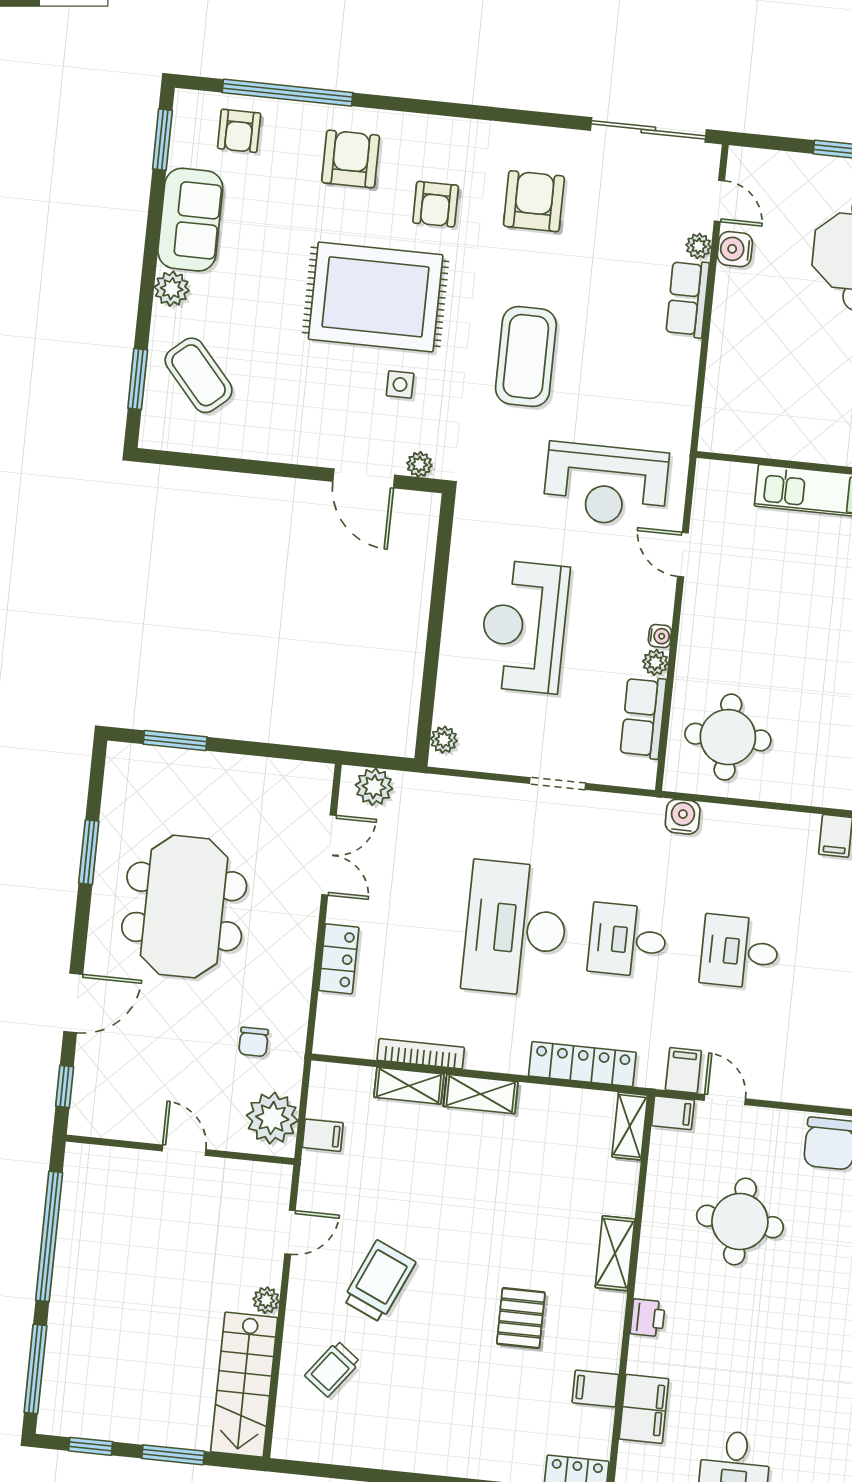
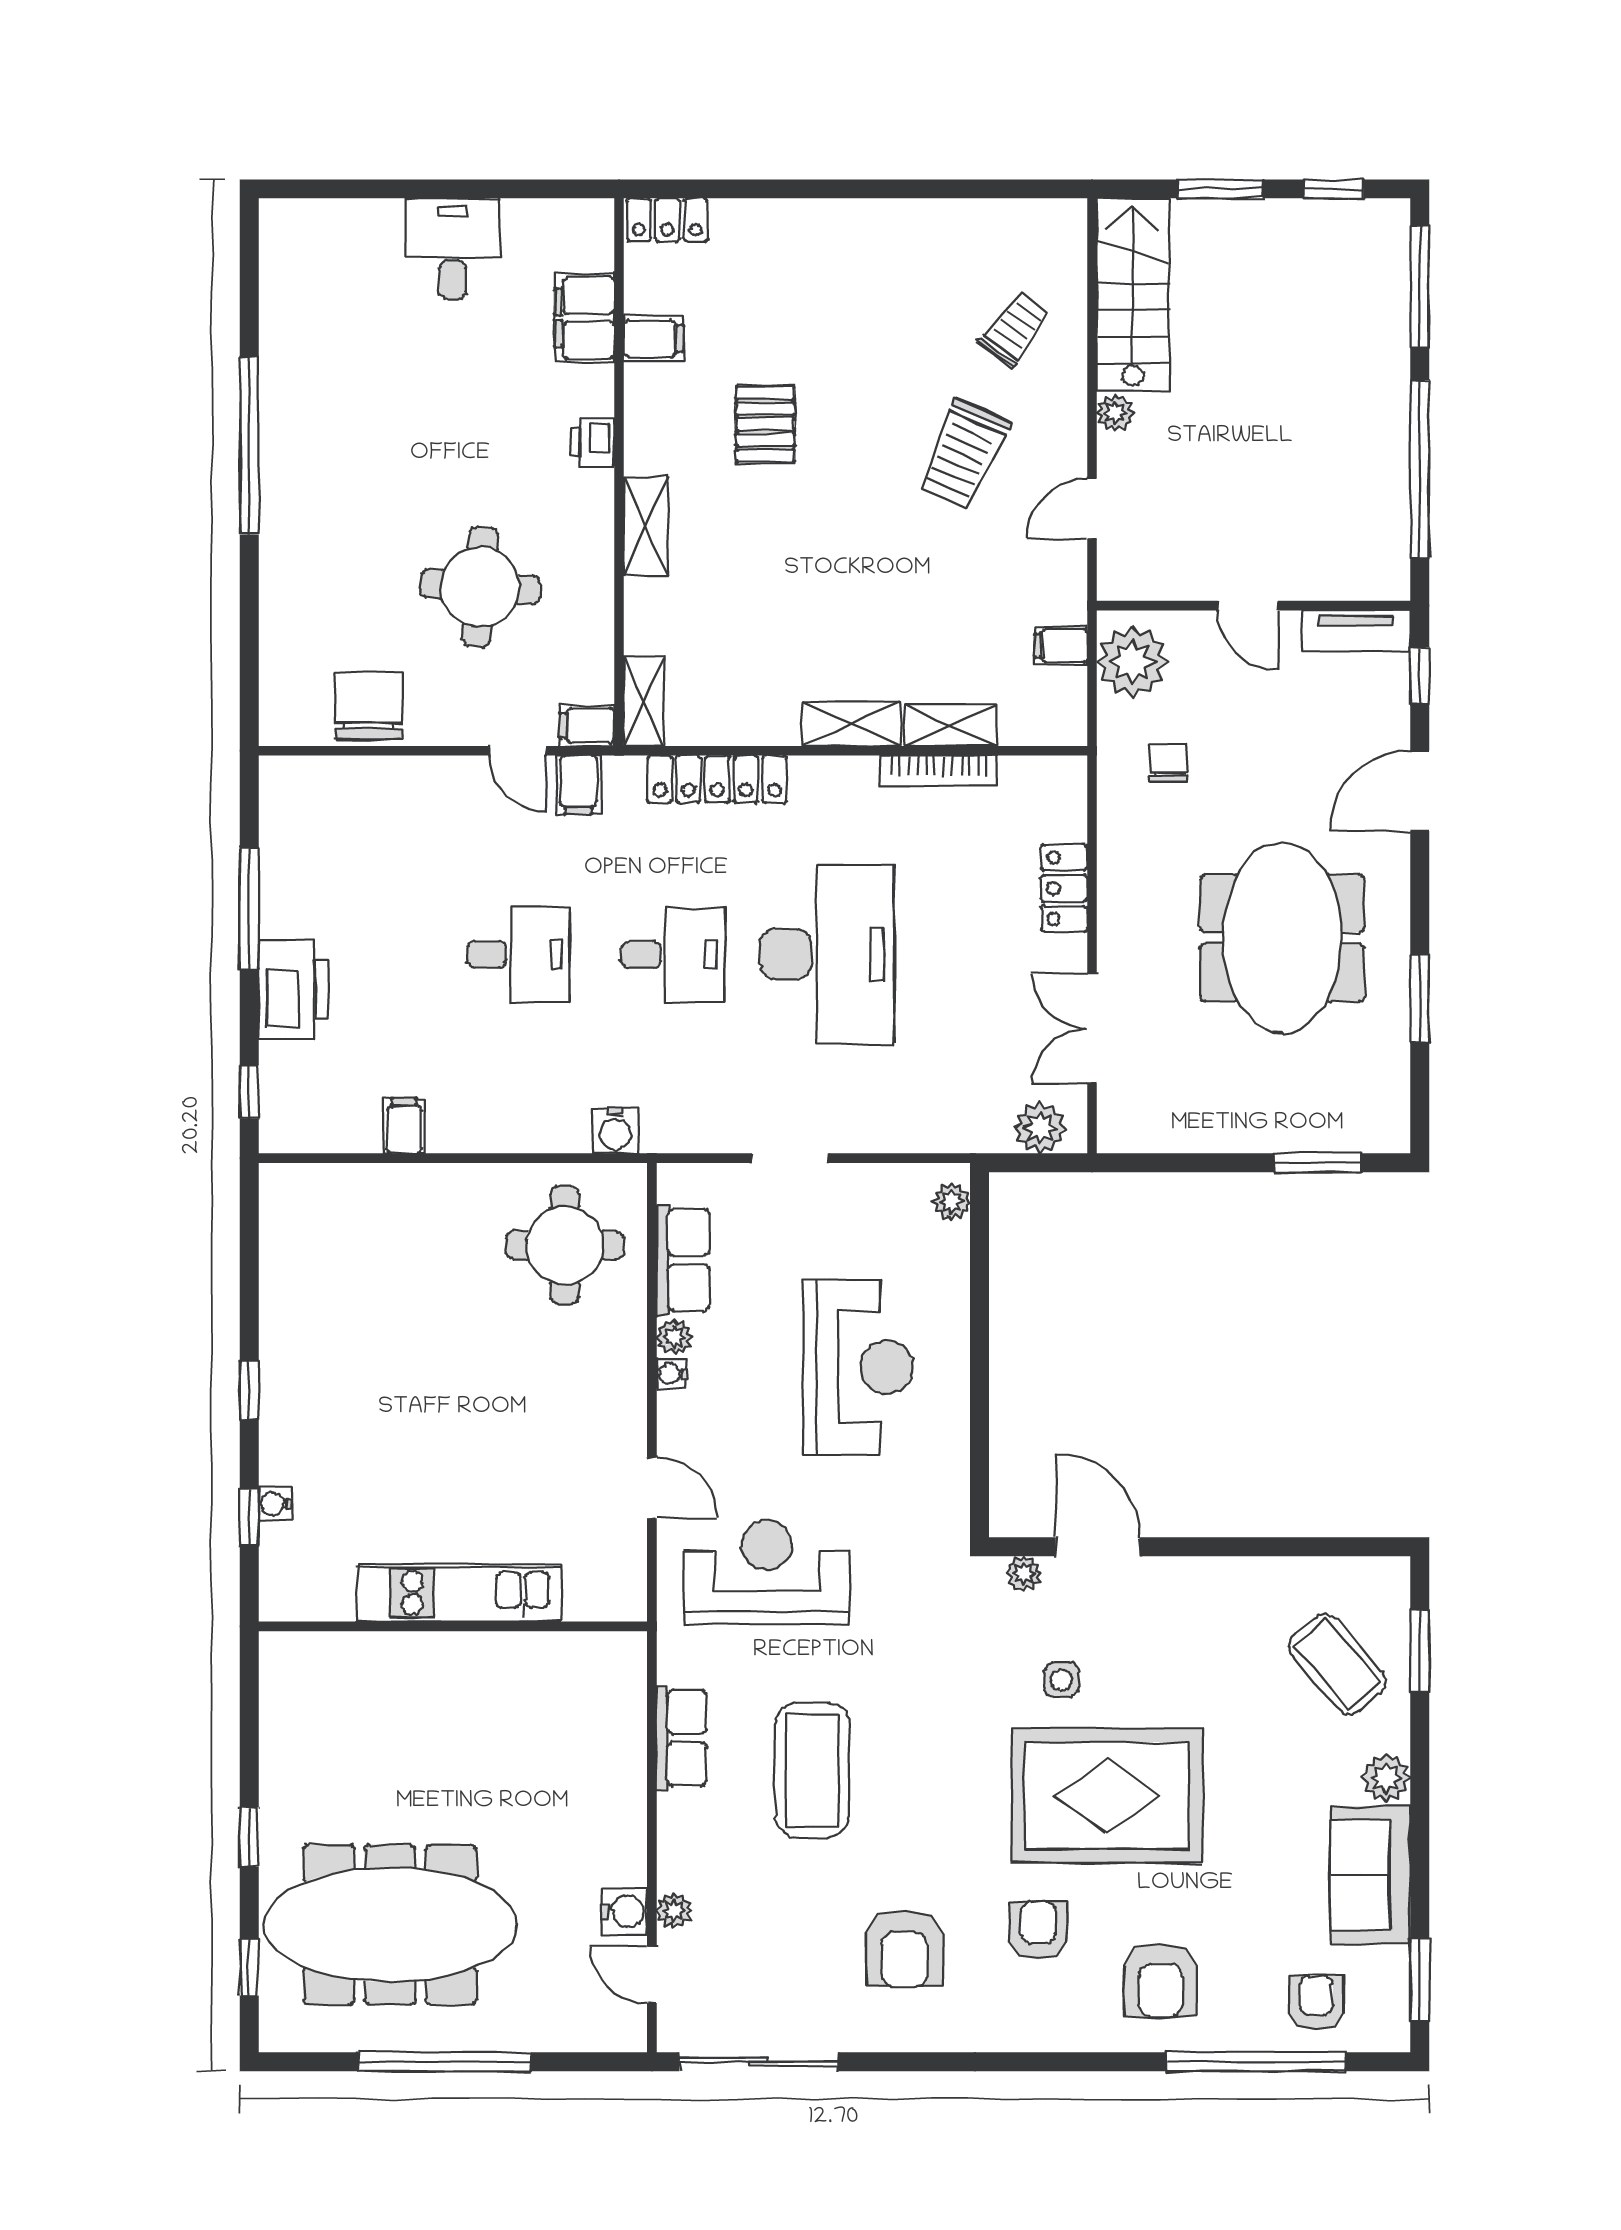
row of seats: (688, 299) -> (681, 1738), moved
coffee table: (526, 356) -> (812, 1770), moved
tv unit: (108, 1124) -> (1356, 631), added

